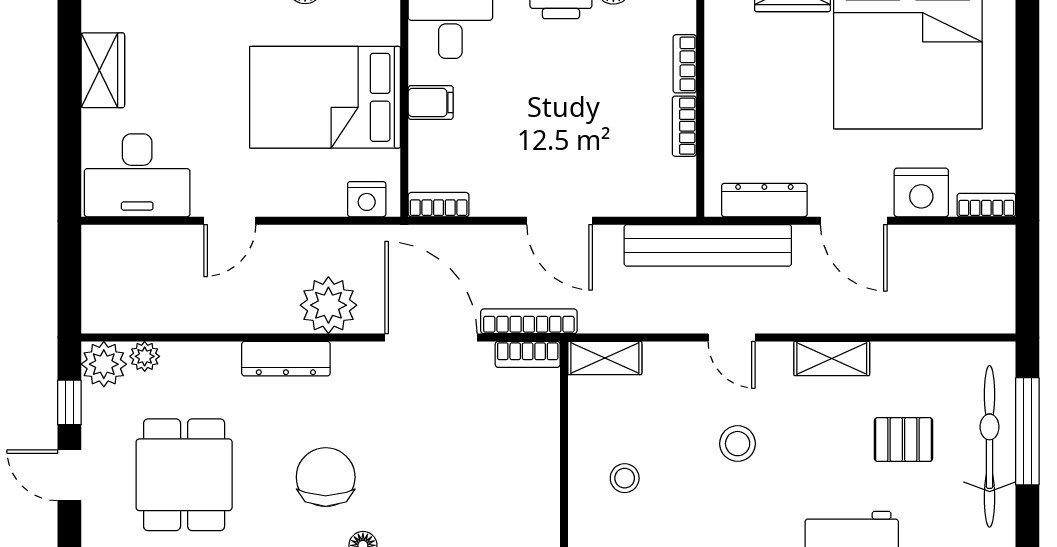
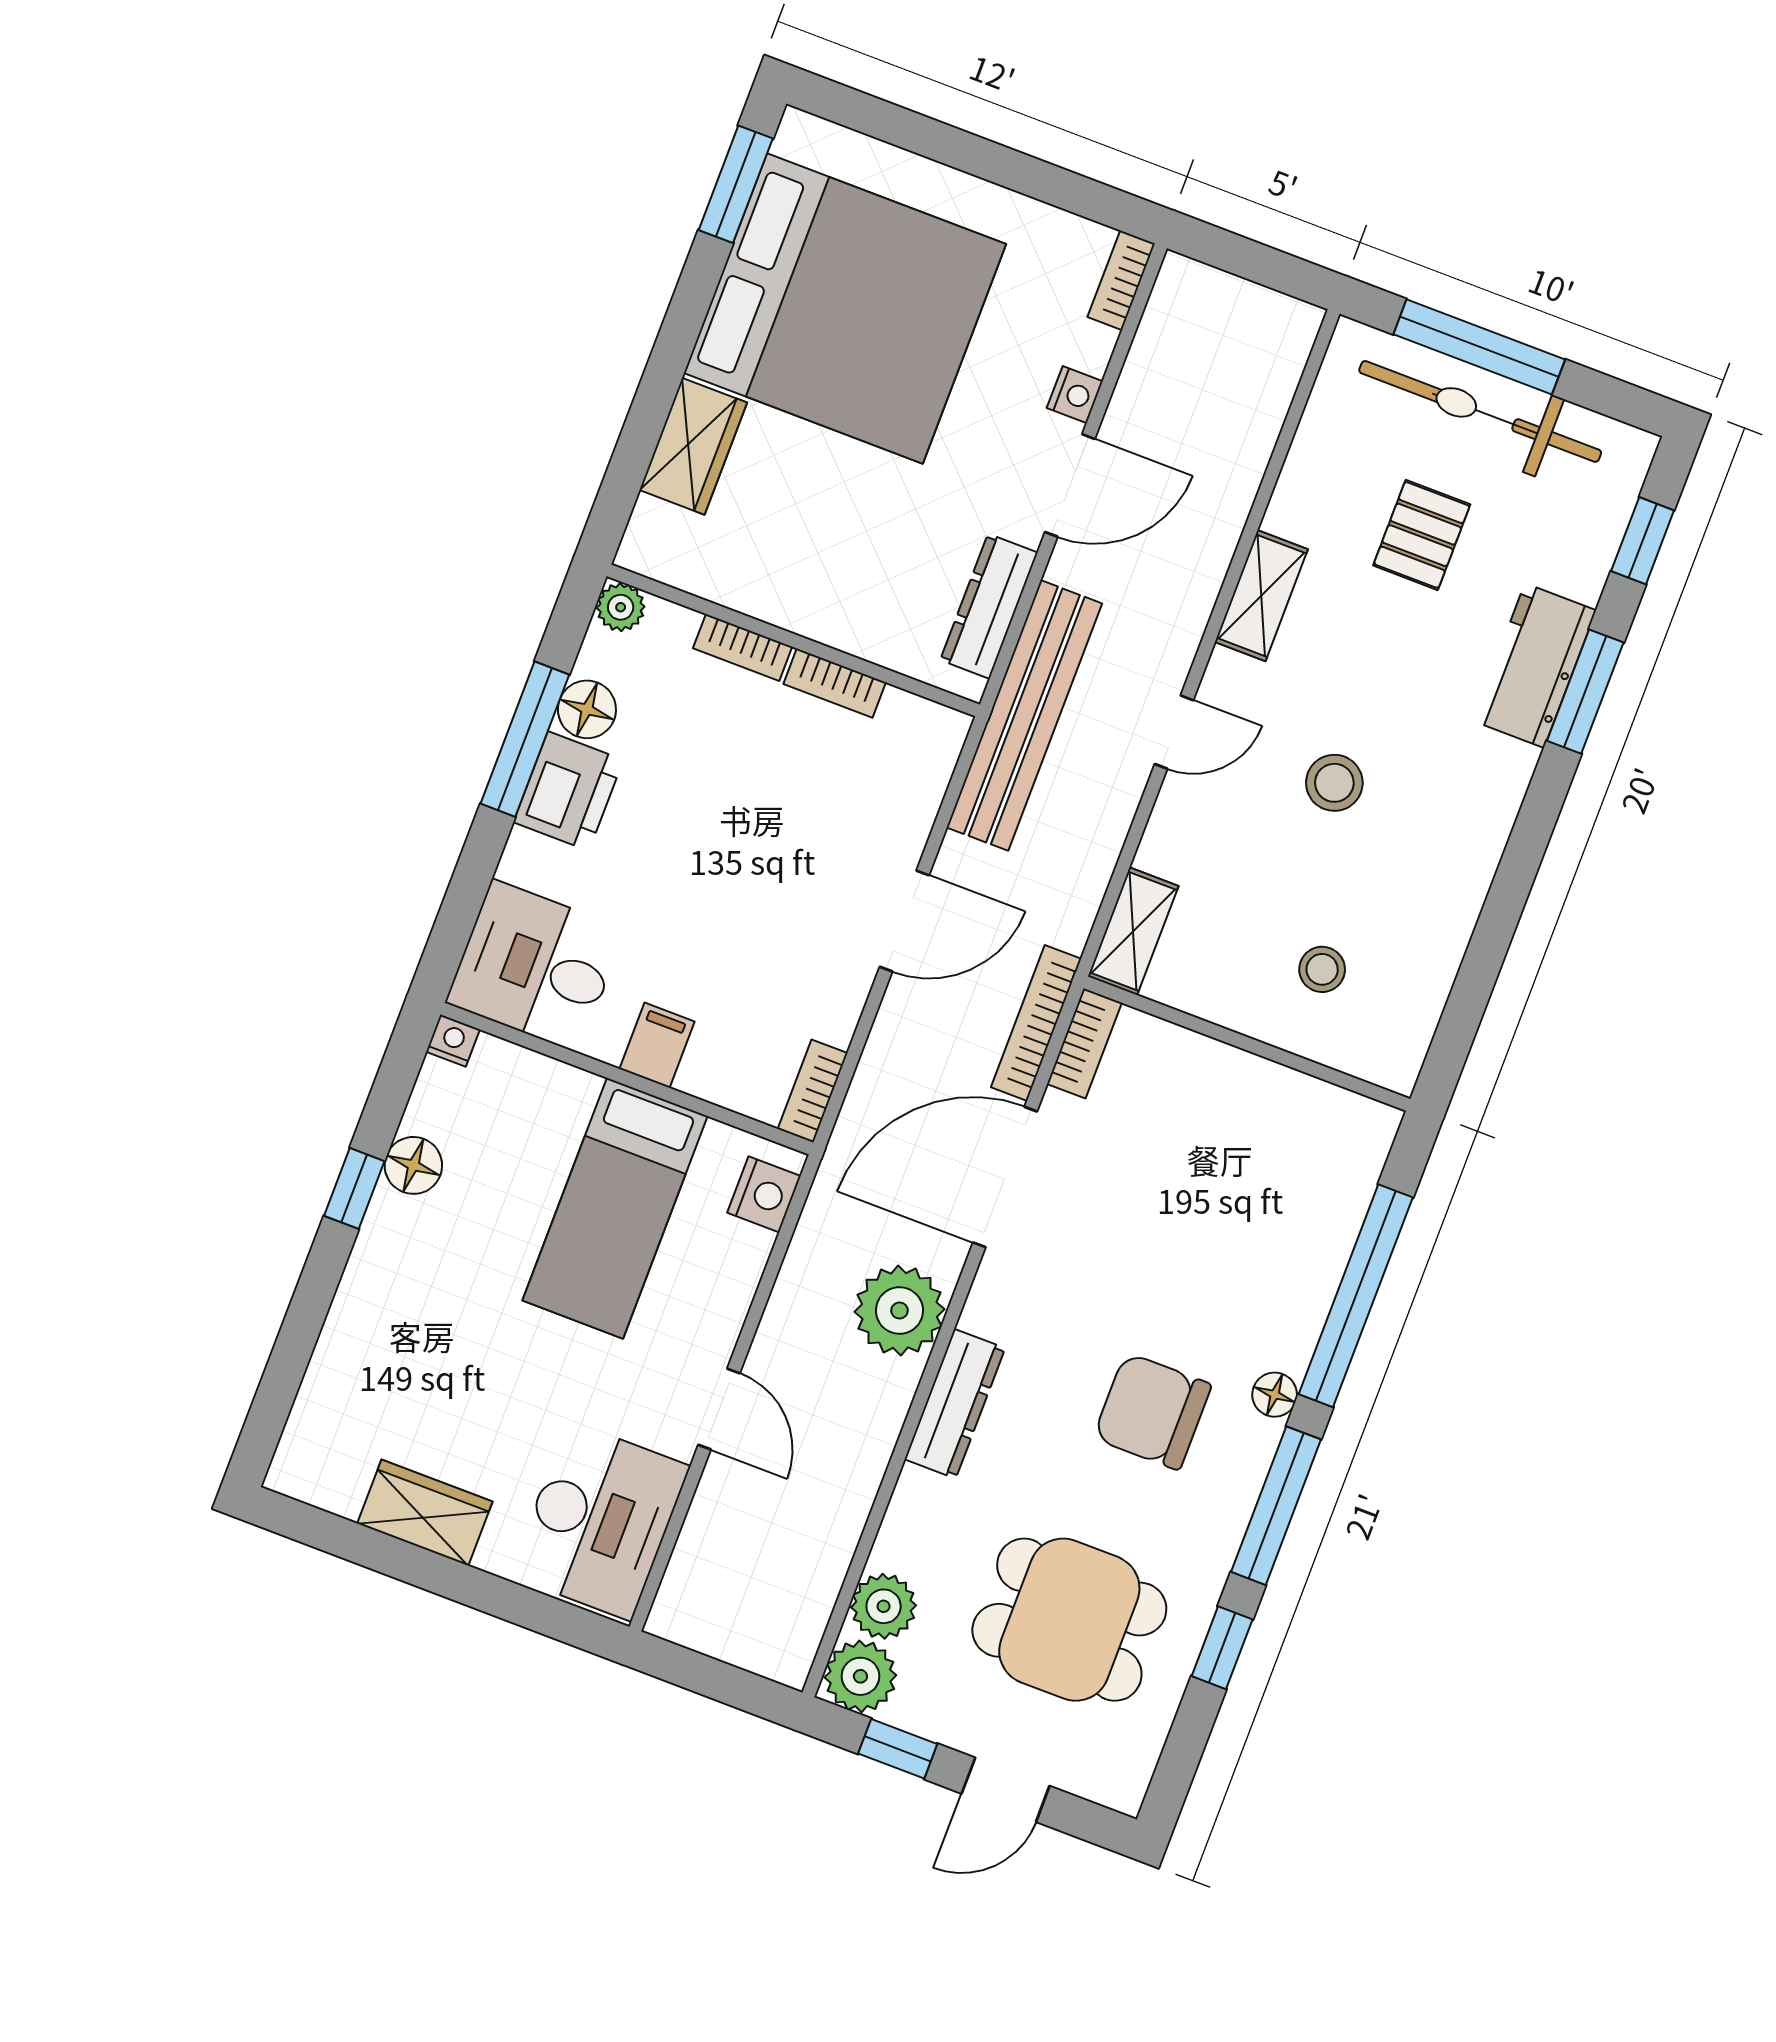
bed: (325, 97) -> (615, 1208), width x0.67
nightstand: (921, 192) -> (1075, 395), width x0.53, depth x0.56
plant: (145, 356) -> (884, 1606), width x1.38, depth x1.38

